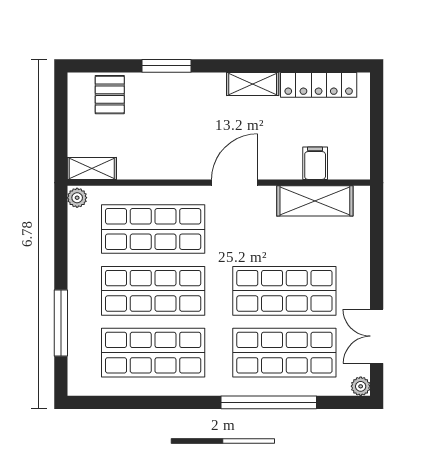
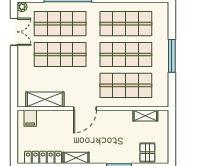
filing cabinet: (315, 163) -> (30, 118), moved
shelving: (92, 168) -> (145, 116), moved
plant: (77, 198) -> (164, 101), removed
window: (61, 323) -> (172, 56), moved

